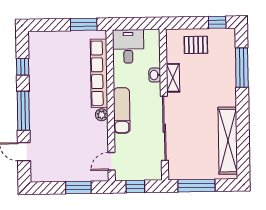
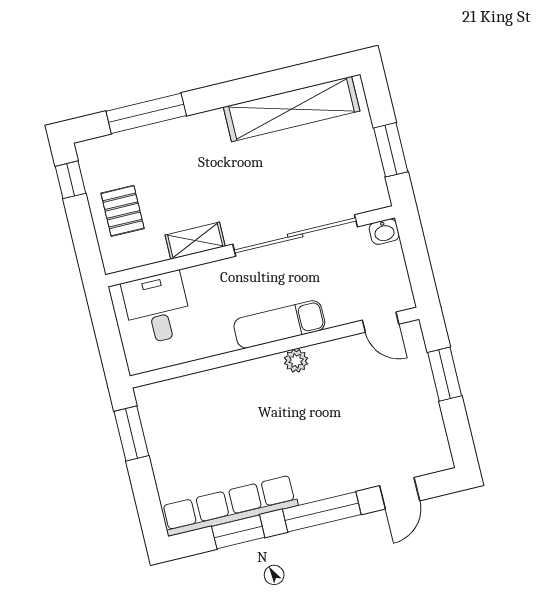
desk: (128, 46) -> (157, 308), moved, turned 90
window: (23, 67) -> (238, 532), width x1.50
row of seats: (99, 73) -> (230, 506), moved, turned 180
washbasin: (155, 75) -> (384, 232), moved
window: (196, 186) -> (391, 150), width x0.69
window: (135, 187) -> (419, 266), removed

